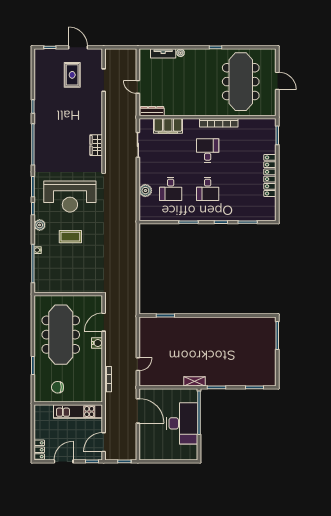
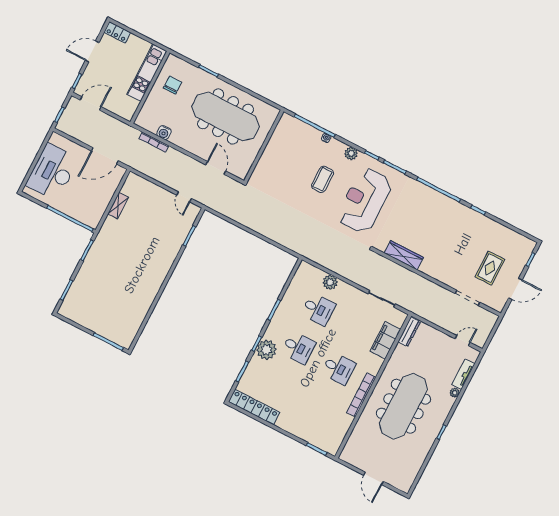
rug: (72, 75) -> (490, 268), turned 90
door: (277, 81) -> (373, 478), hinge flipped
meeting table: (241, 82) -> (403, 406), moved, turned 90
door: (138, 87) -> (463, 341), moved
wardrobe: (96, 145) -> (404, 255), width x1.50
locker: (270, 175) -> (254, 407), moved
desk: (171, 189) -> (318, 309), turned 180
desk: (208, 189) -> (298, 348), turned 180
plant: (222, 212) -> (266, 350), added
water cooler: (97, 343) -> (164, 133), moved
door: (138, 364) -> (184, 197), moved
shelving: (194, 381) -> (118, 206), moved
kitchen unit: (78, 412) -> (147, 73), moved
desk: (182, 423) -> (52, 172), moved, turned 90
door: (104, 442) -> (91, 103), hinge flipped
door: (64, 461) -> (92, 51), swing flipped

